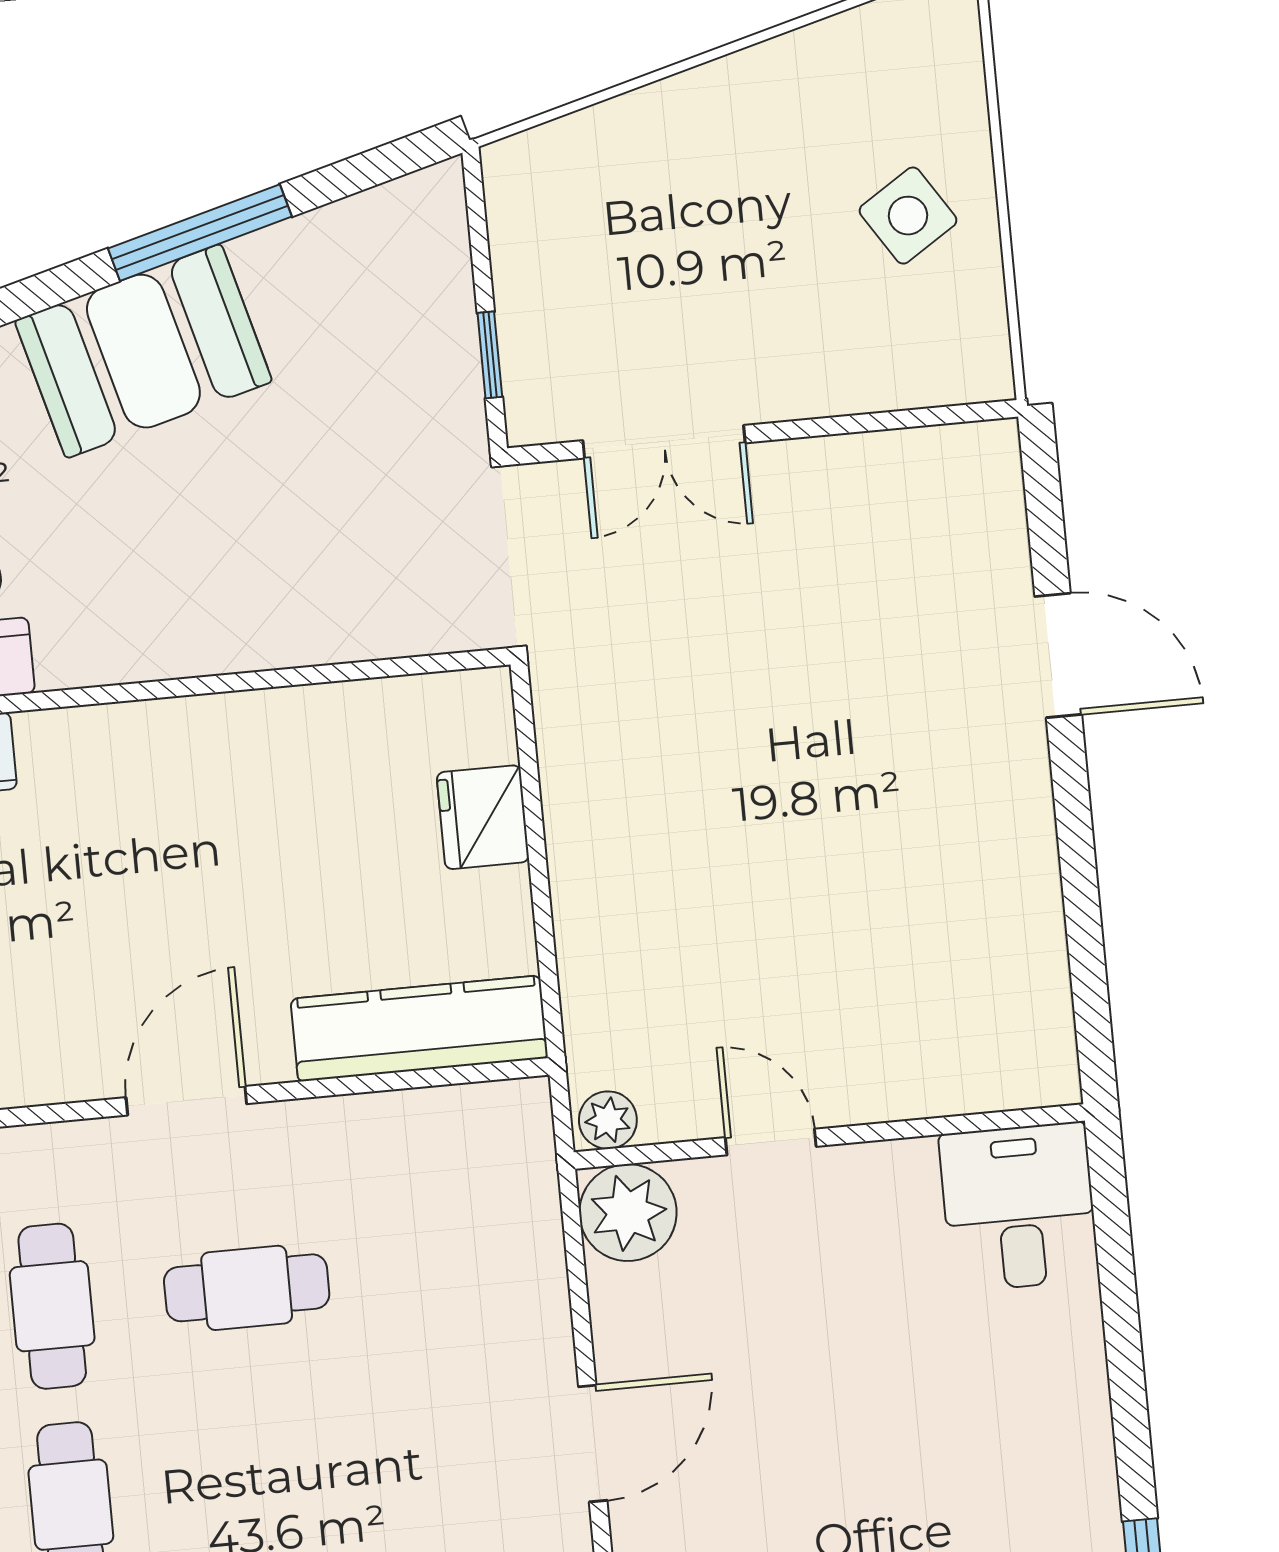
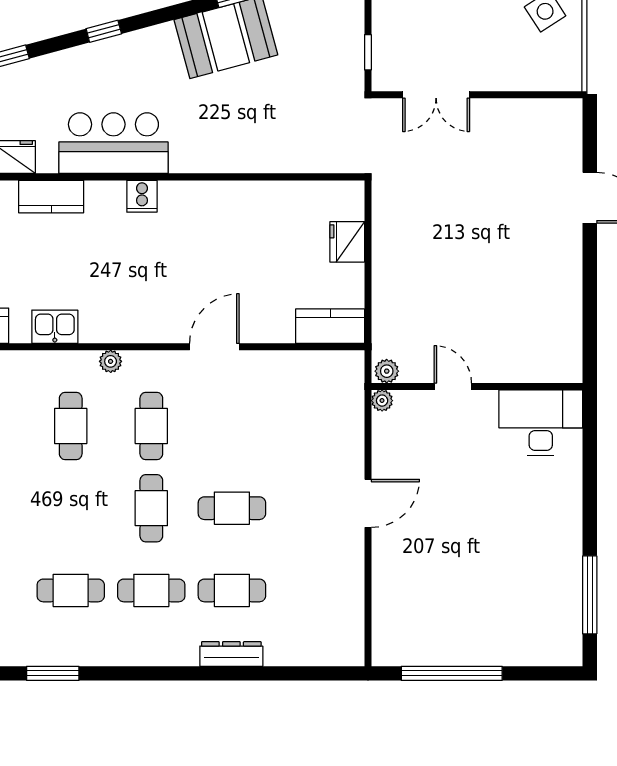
kitchen counter: (419, 1028) -> (330, 326), width x0.67
desk: (1019, 1207) -> (541, 423), width x1.37
plant: (628, 1213) -> (382, 401), width x0.53, depth x0.53
cafe table: (247, 1288) -> (232, 508), moved

